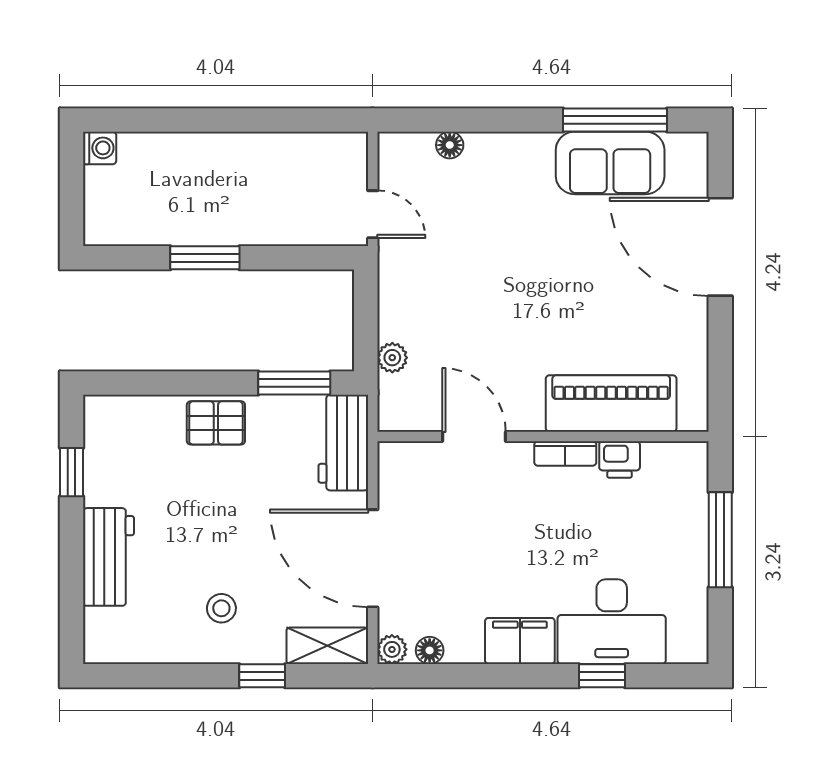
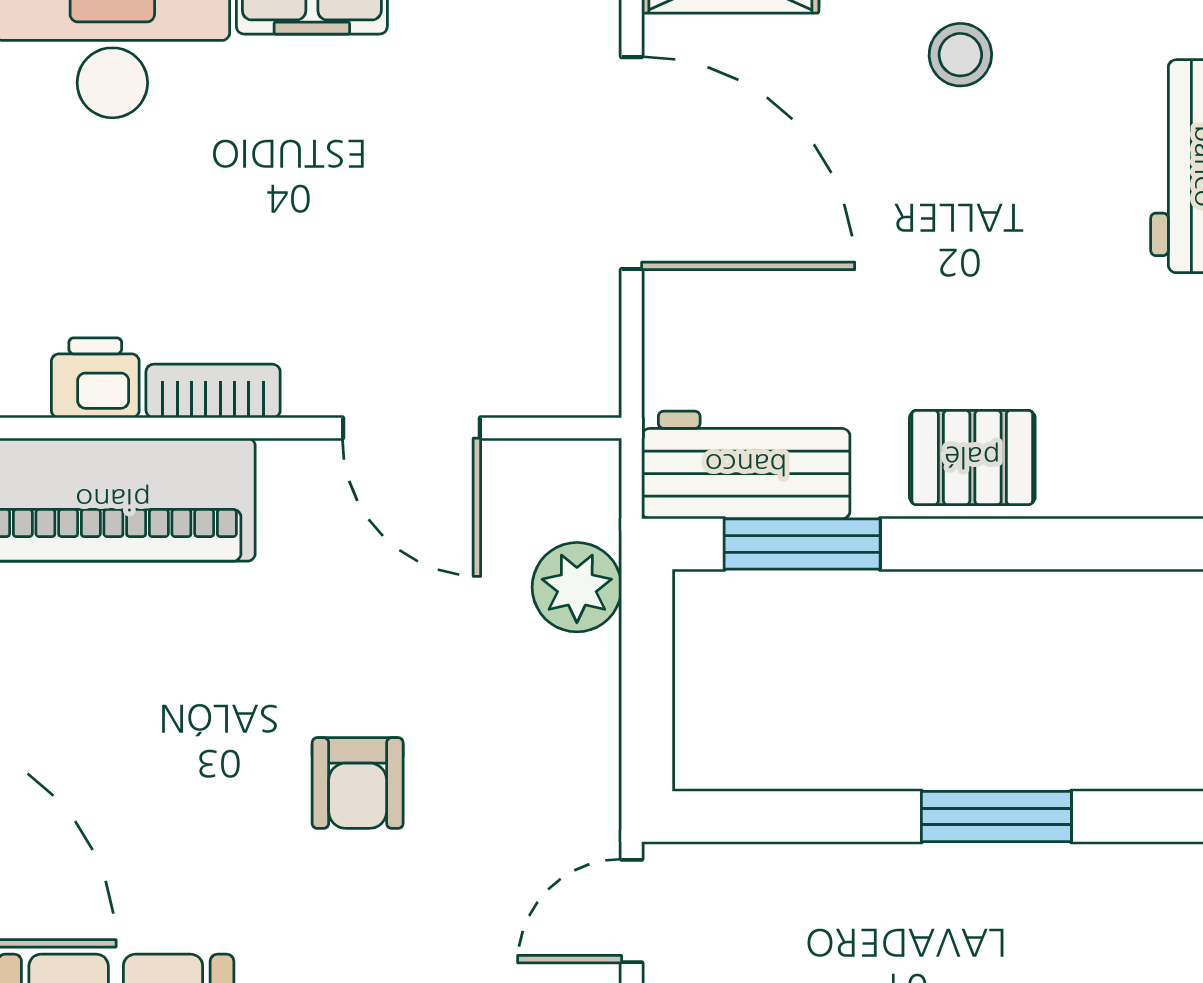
door: (373, 214) -> (632, 911), hinge flipped
armchair: (499, 273) -> (358, 783), added
plant: (392, 358) -> (577, 587), width x1.38, depth x1.38
workbench: (343, 443) -> (746, 465), moved, turned -90

